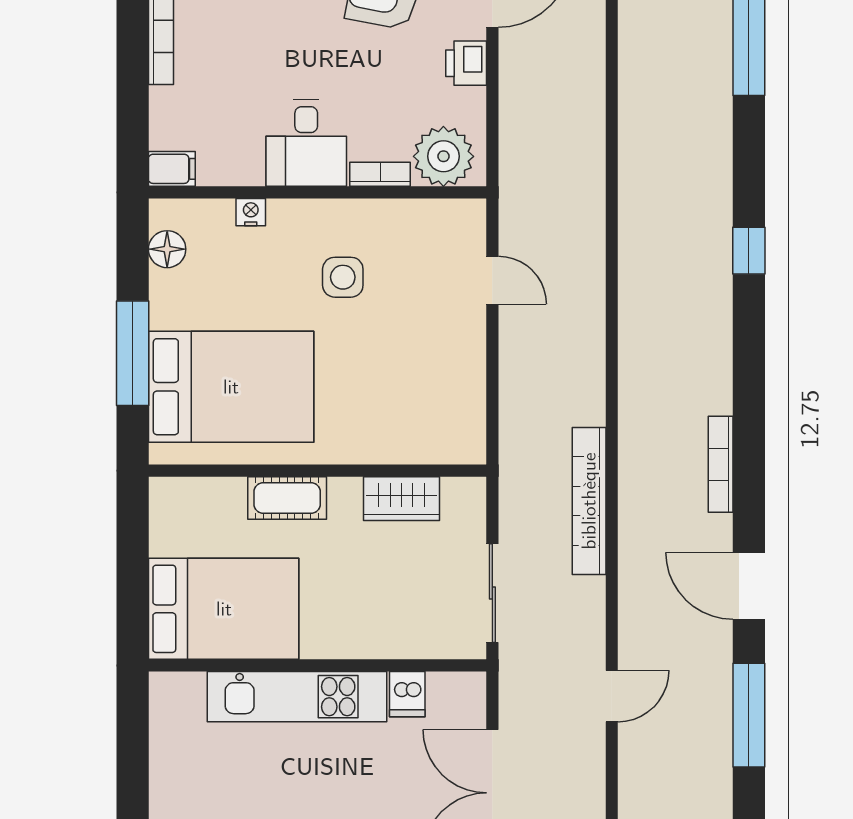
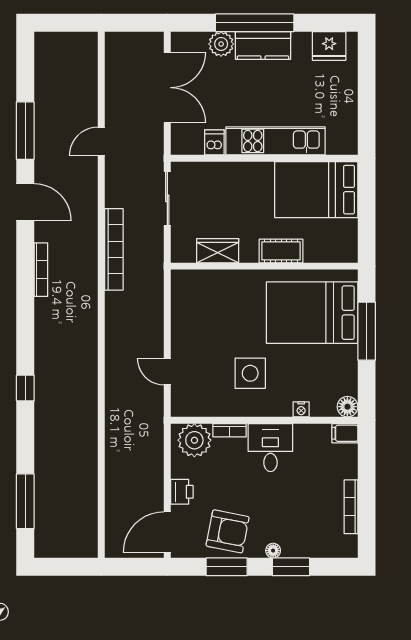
floor lamp: (167, 249) -> (347, 407), moved
side table: (343, 277) -> (250, 373), width x1.37, depth x1.37

